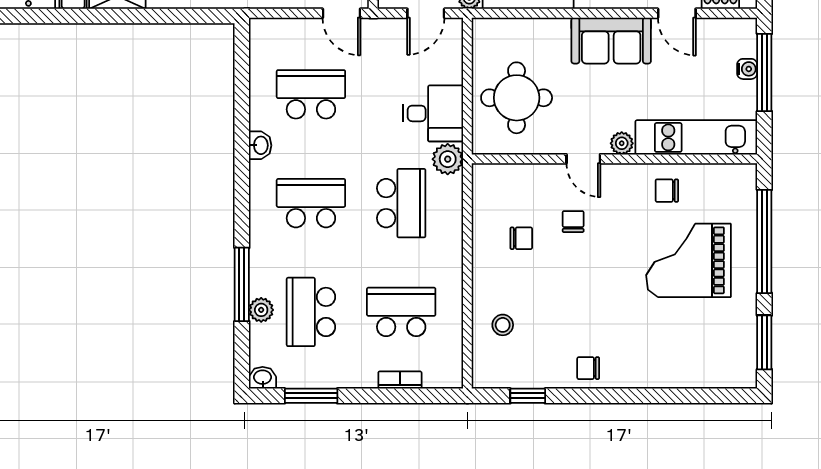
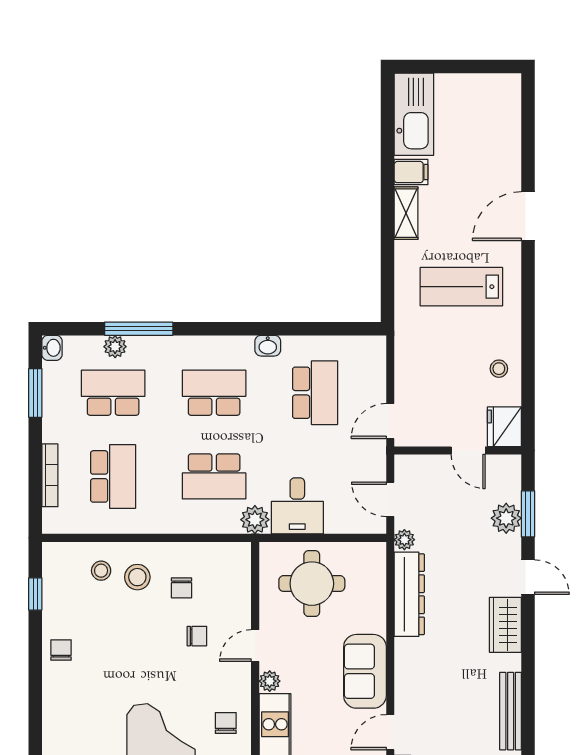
school desk: (311, 203) -> (214, 393), turned -90
stool: (510, 286) -> (137, 577), added
bookcase: (400, 380) -> (50, 475), width x1.56

